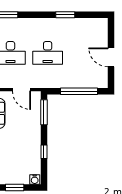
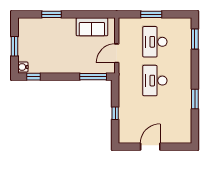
window: (79, 91) -> (115, 113), width x0.32
window: (44, 152) -> (34, 77), moved

